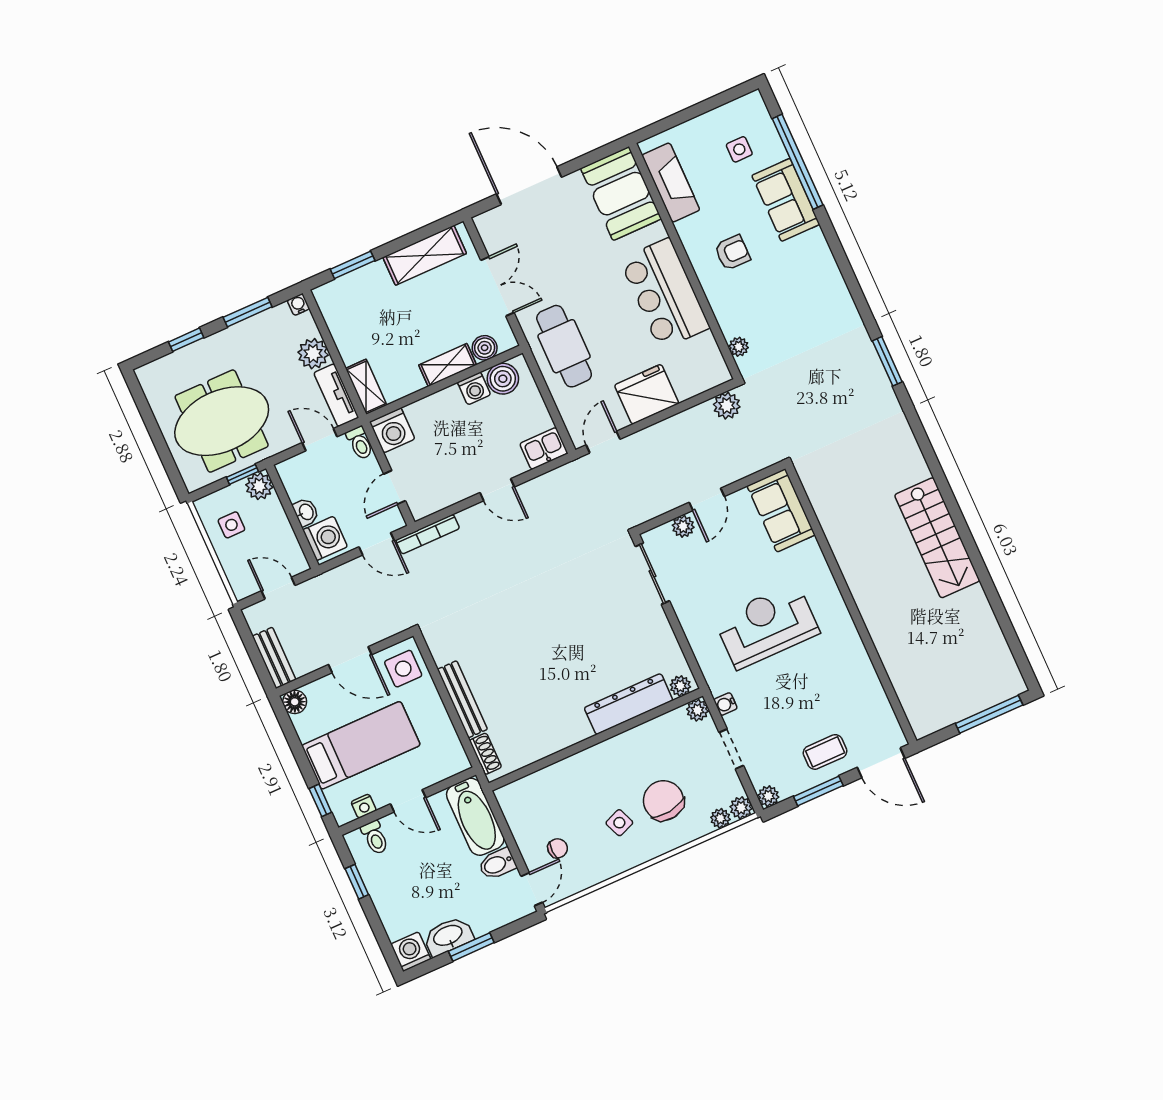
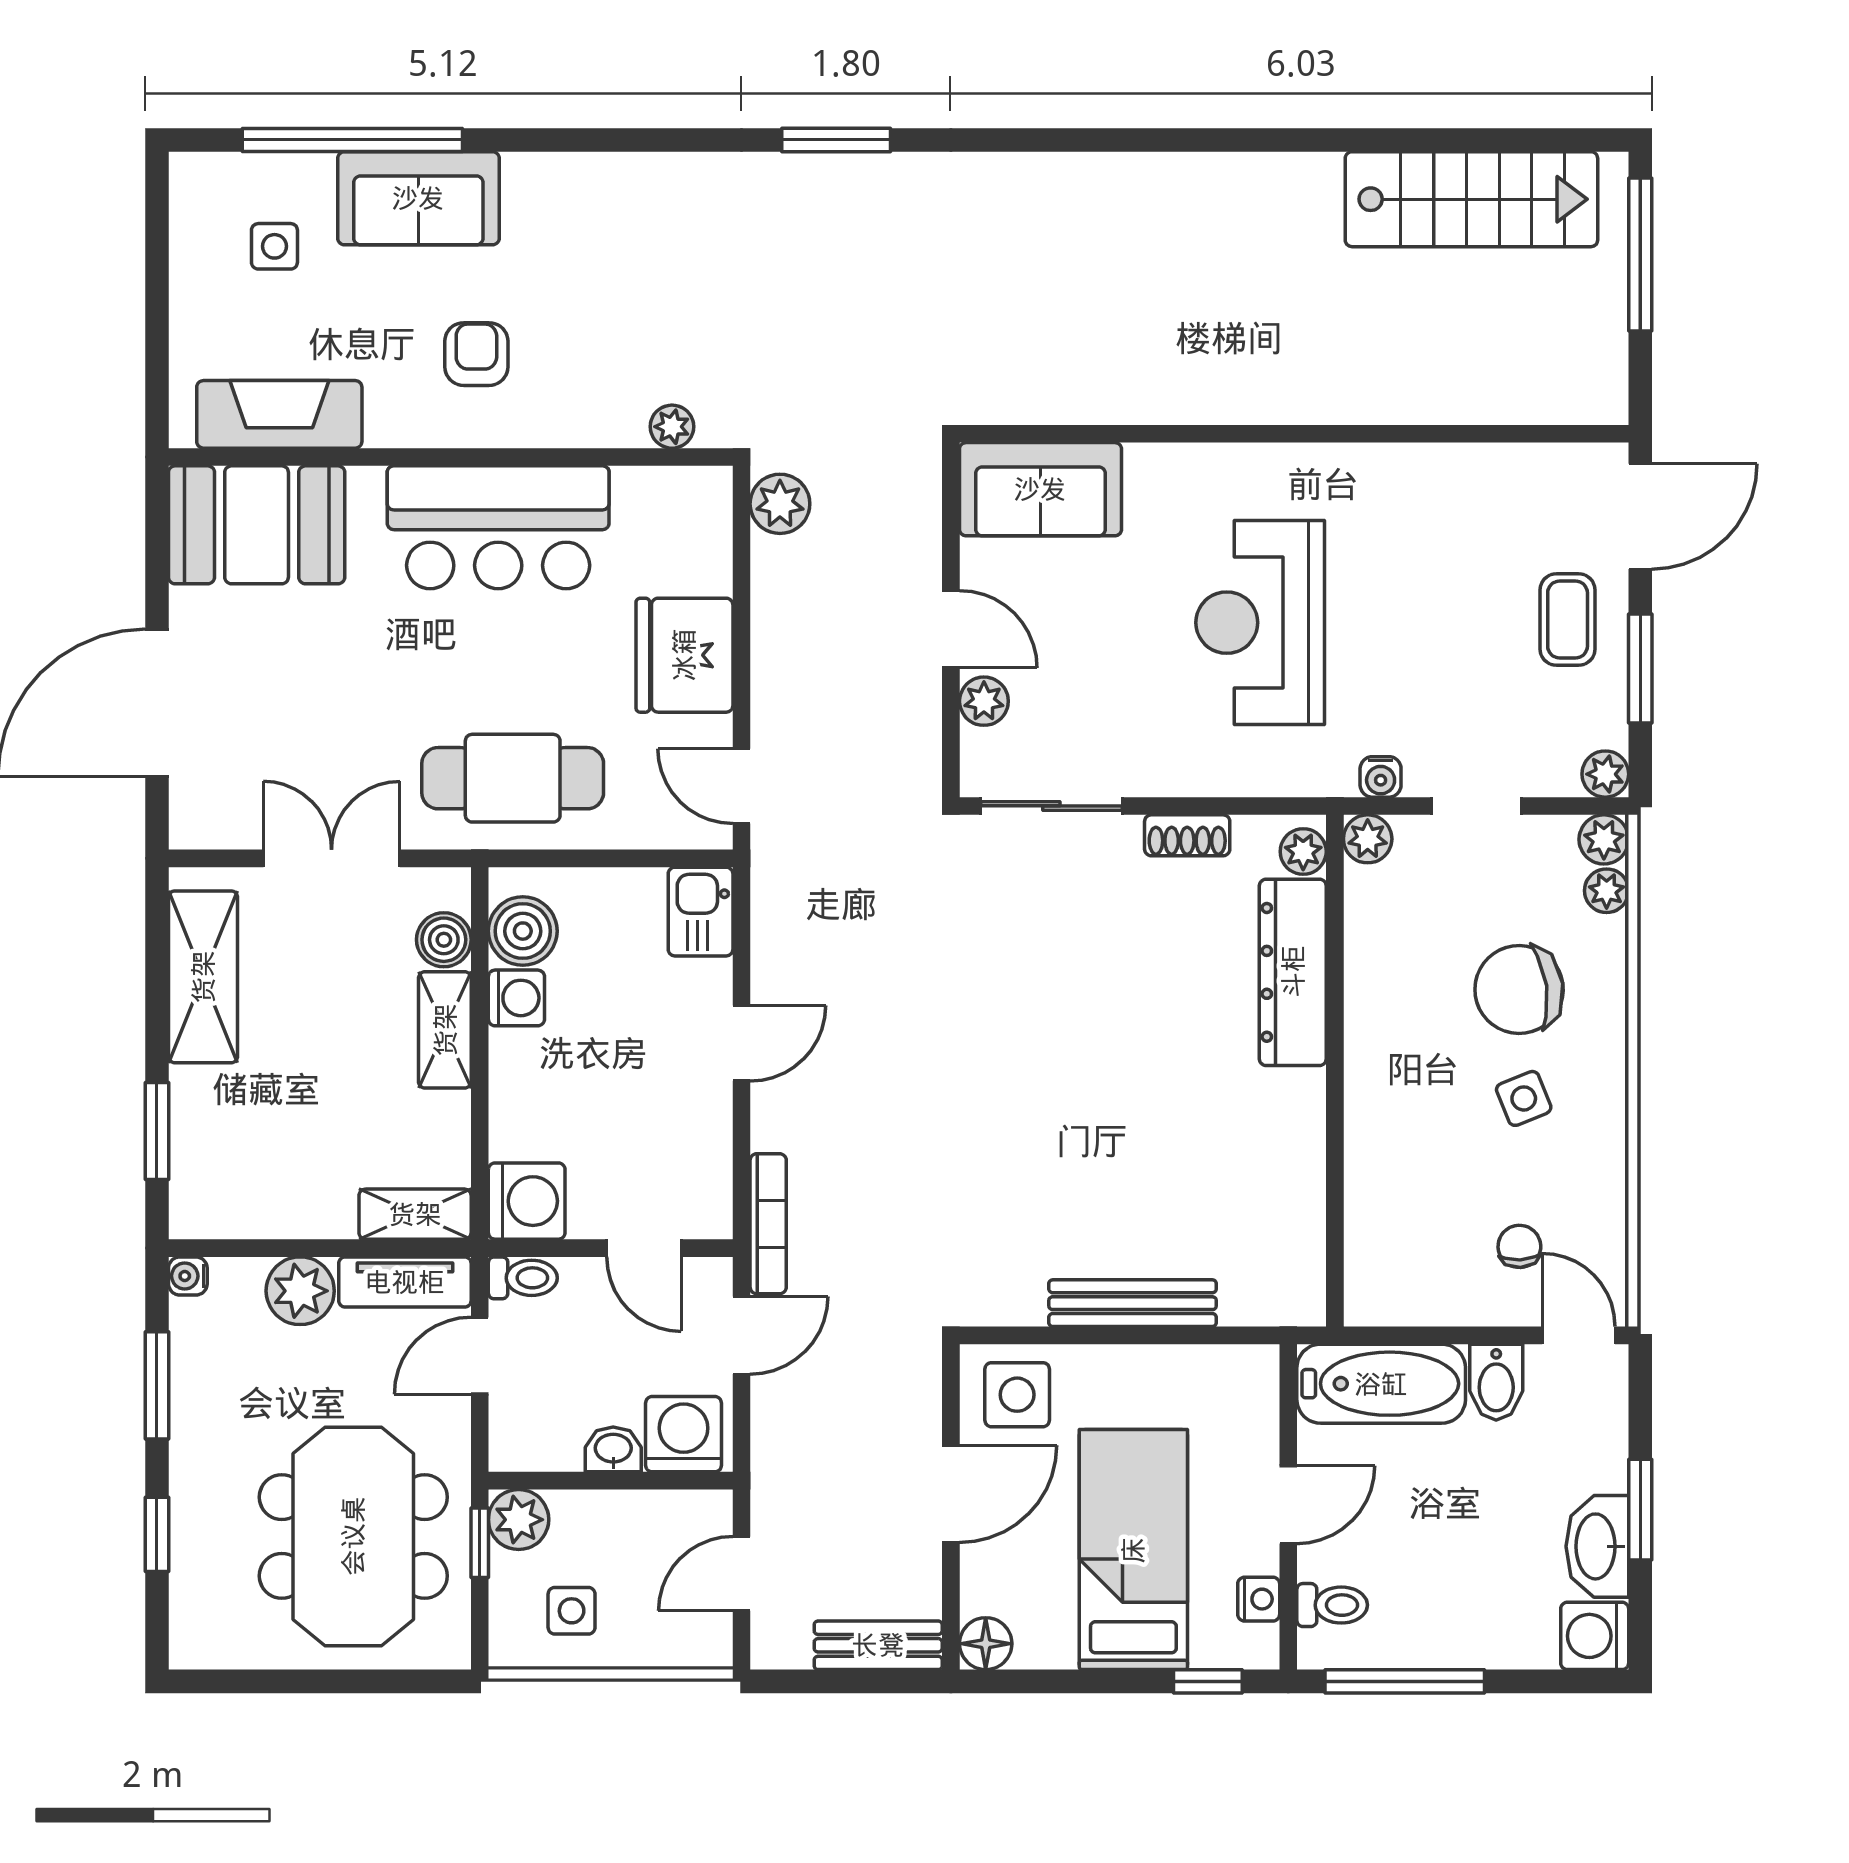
stairs: (937, 538) -> (1471, 199), moved
shoe rack: (485, 754) -> (1187, 835), moved, turned 180
window: (357, 882) -> (1405, 1681), width x2.17

